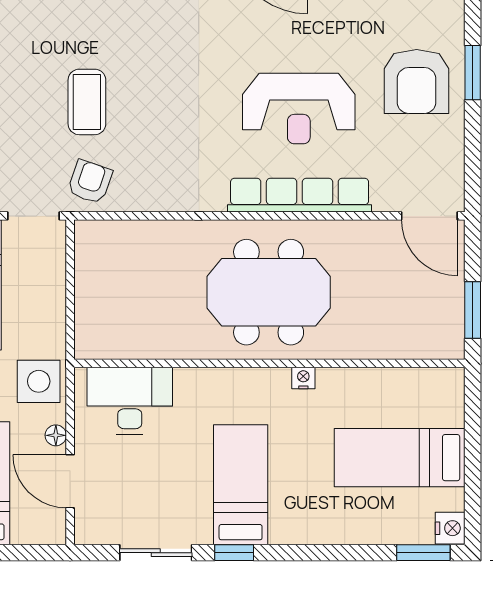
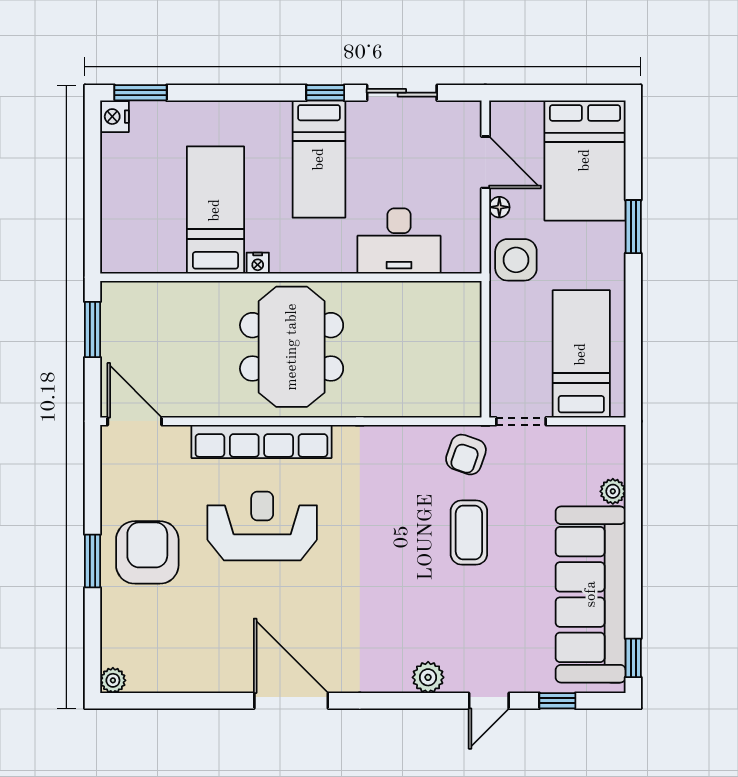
meeting table: (269, 292) -> (292, 347), turned 90
desk: (130, 401) -> (399, 241), moved
bed: (400, 458) -> (215, 210), moved, turned -90

